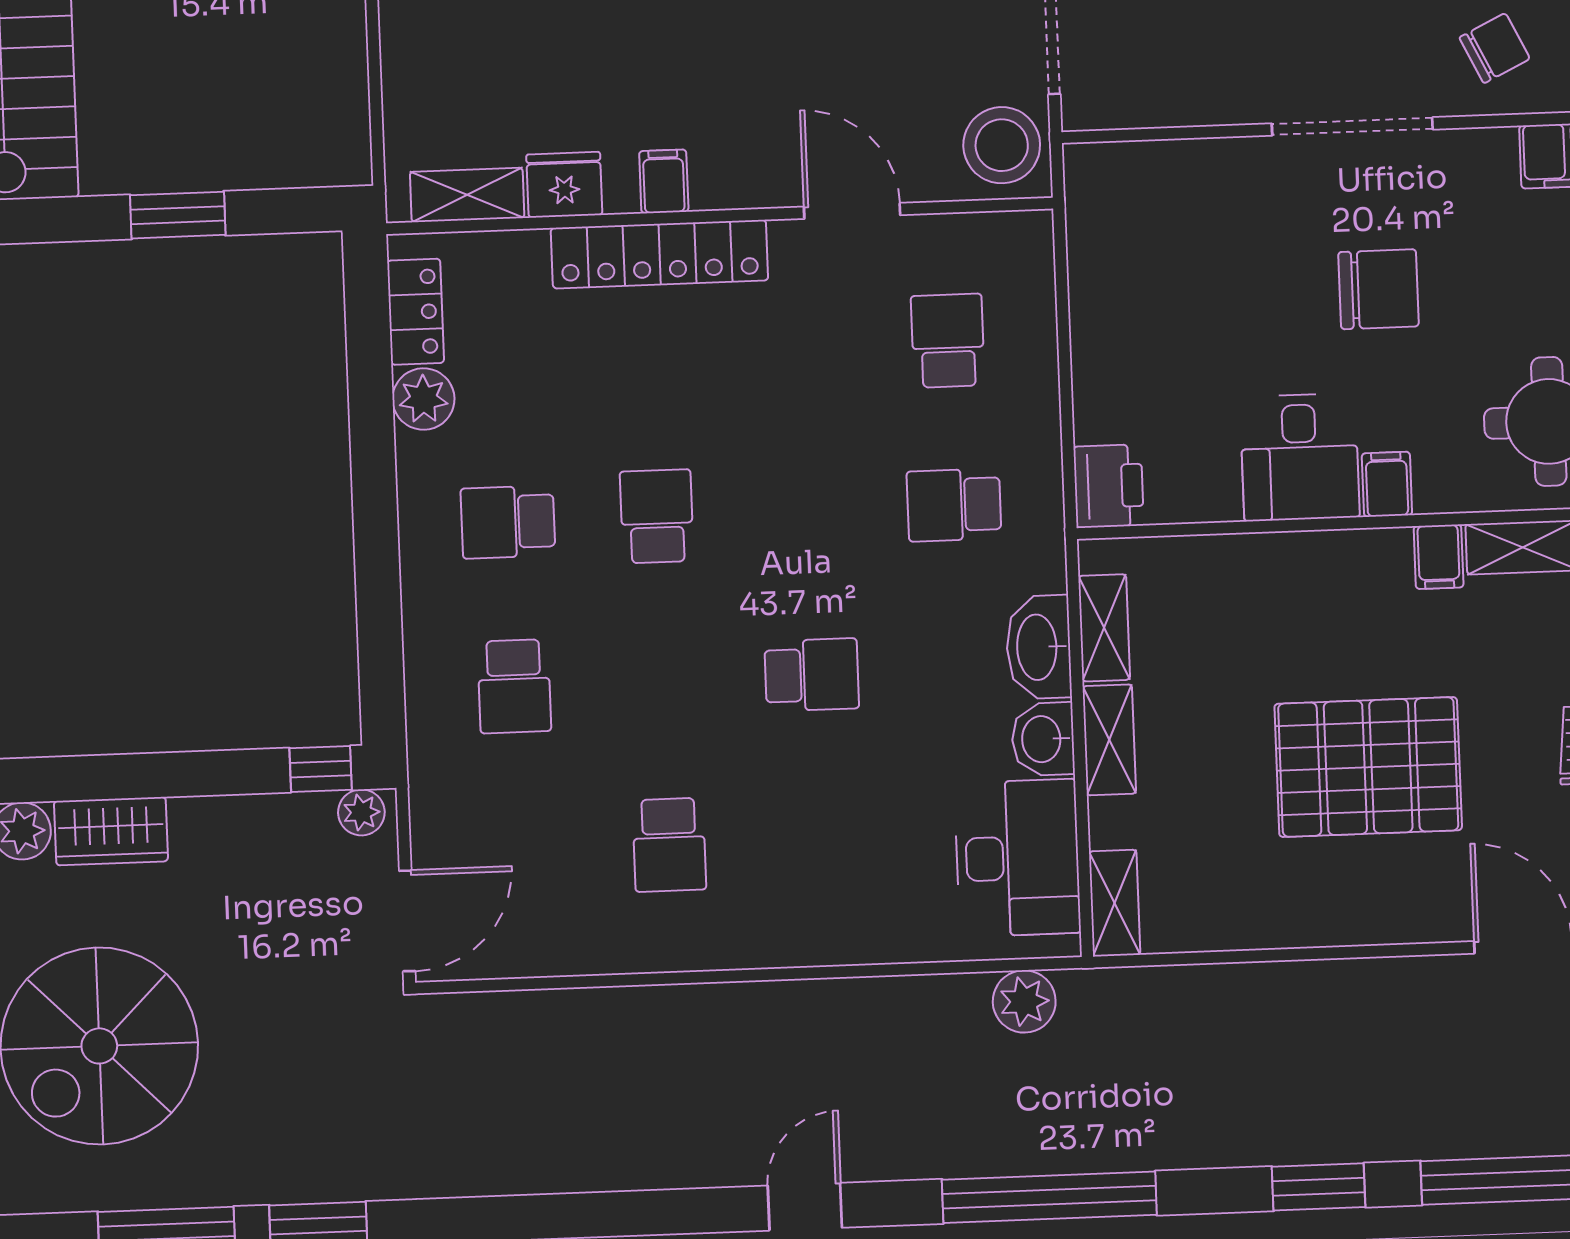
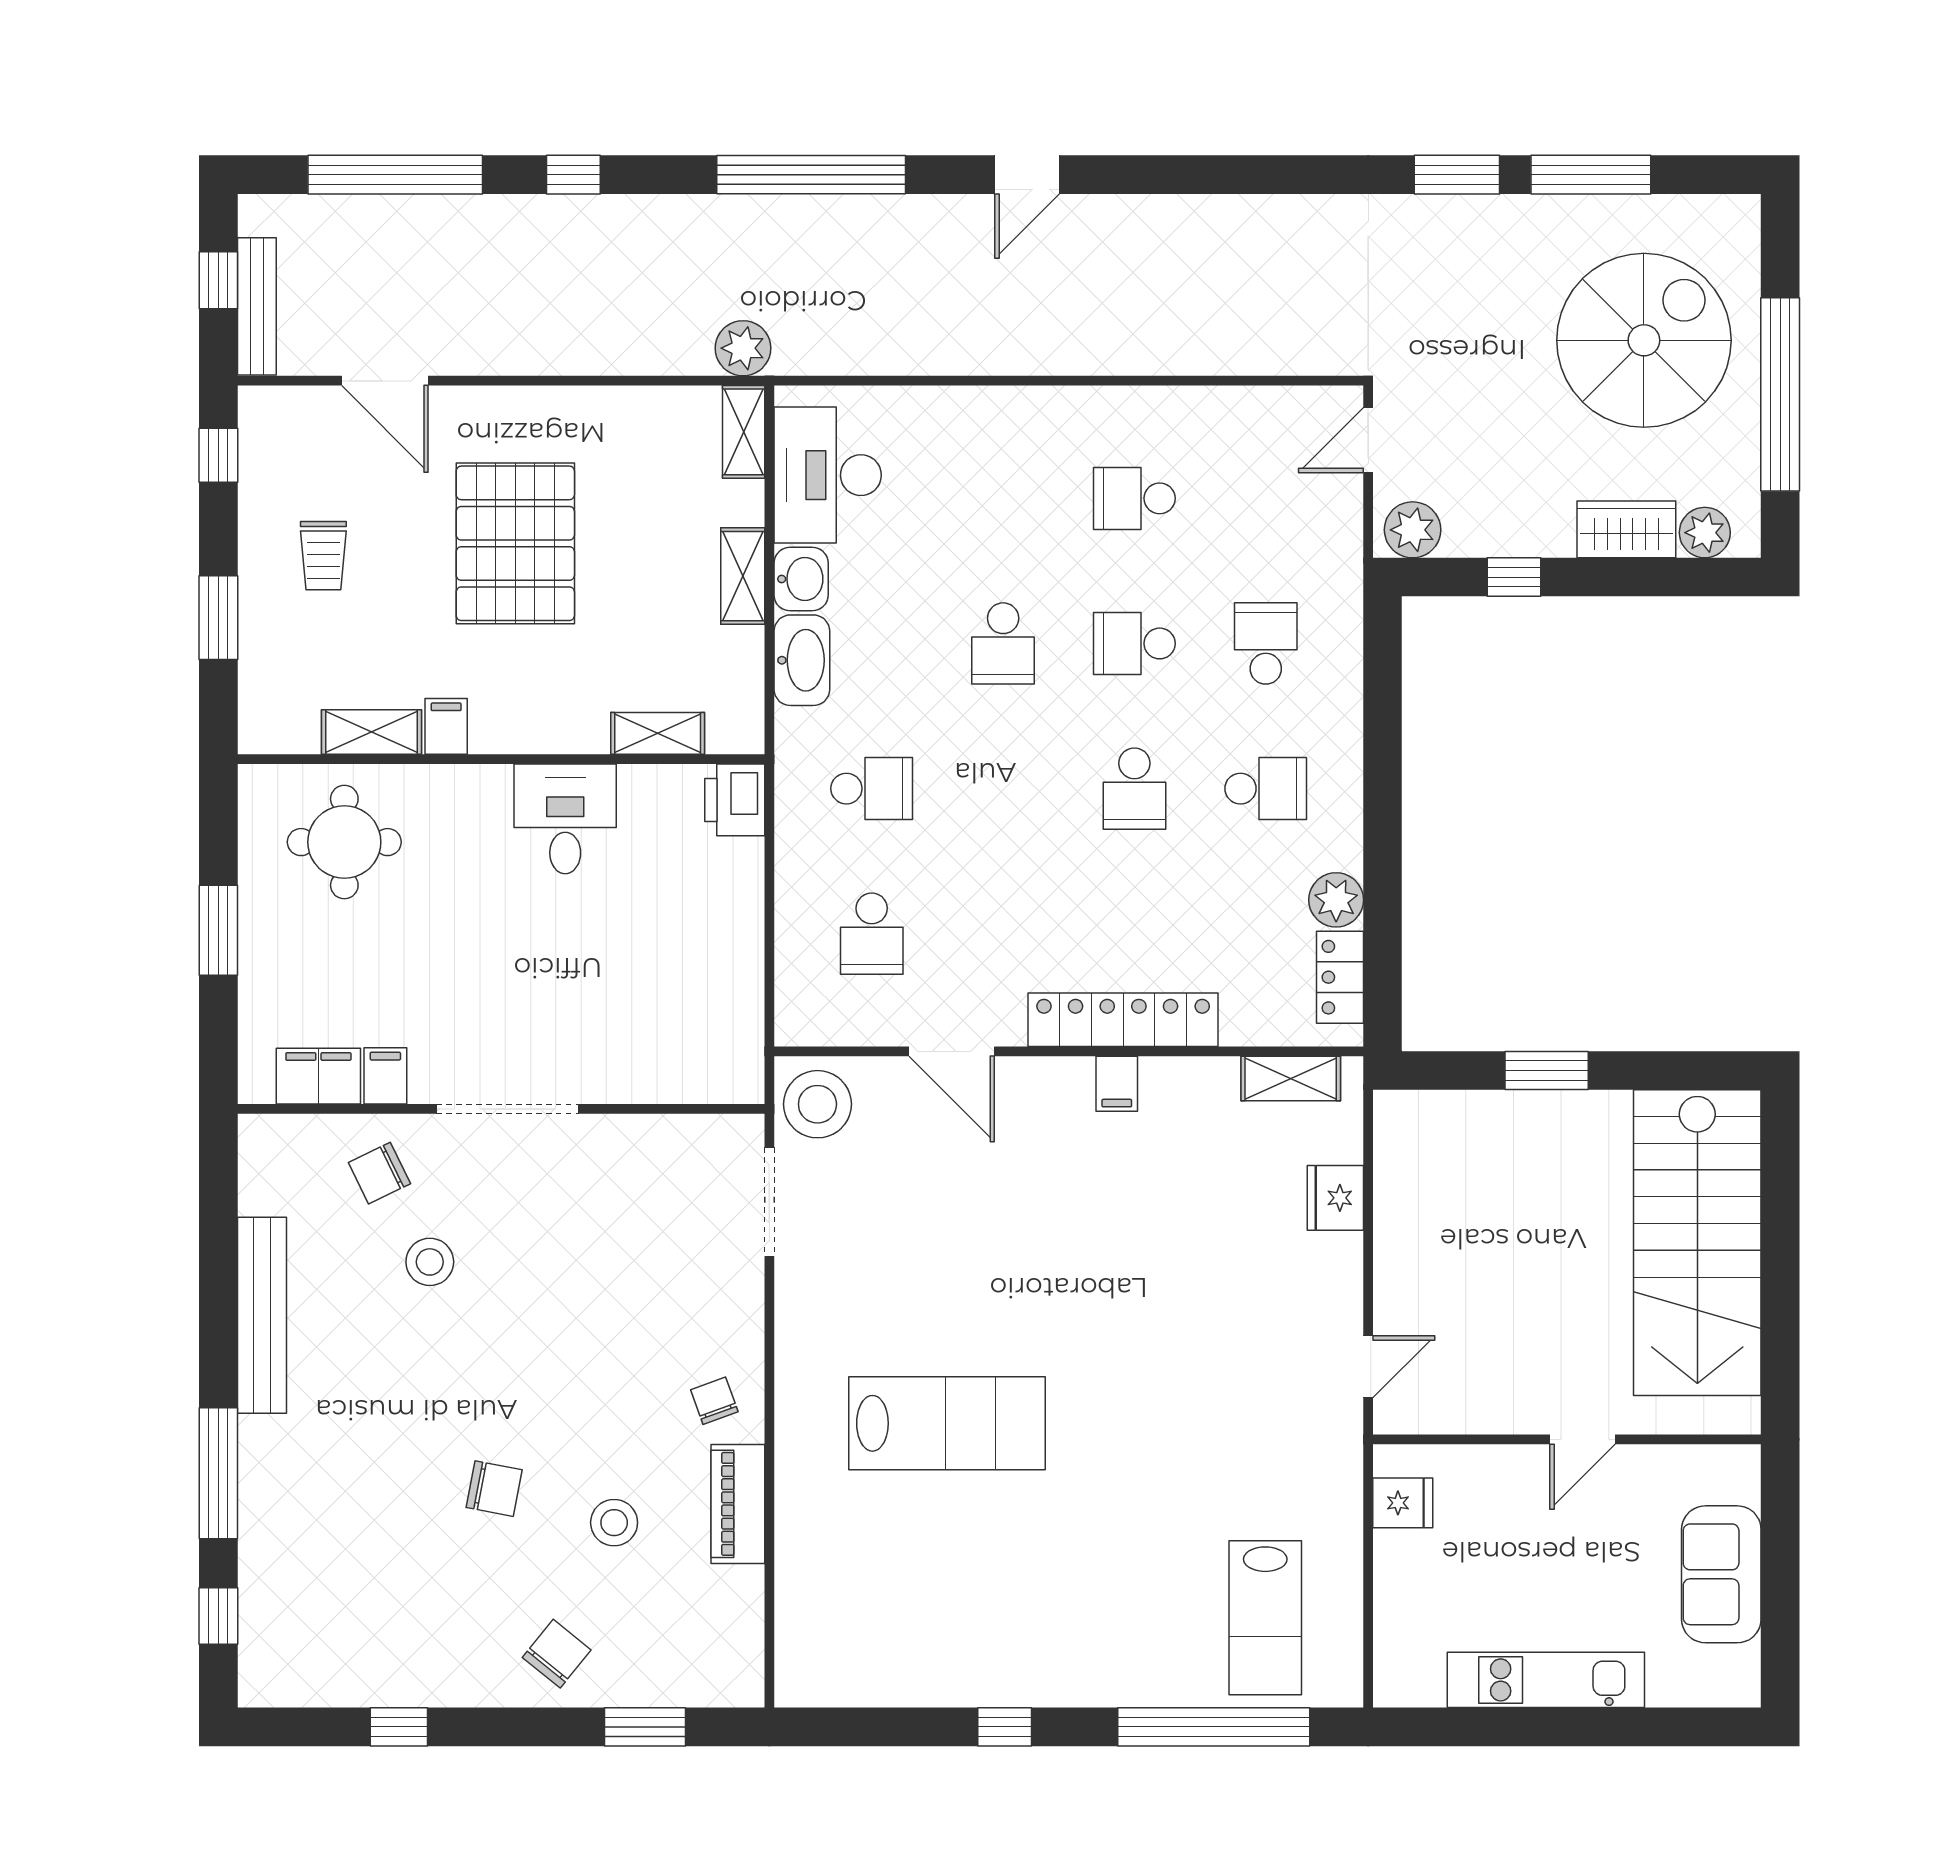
fridge: (564, 185) -> (1335, 1198), moved, turned 90
chair: (1379, 289) -> (490, 964), removed
filing cabinet: (1387, 484) -> (385, 1076), moved, turned 180
shelving: (1104, 628) -> (658, 733), moved, turned 90
school desk: (812, 675) -> (1003, 643), turned -90
school desk: (663, 681) -> (1134, 643), added
pallet: (1368, 767) -> (515, 543), turned 90
window: (321, 769) -> (1514, 577), moved
plant: (361, 812) -> (1413, 530), width x1.38, depth x1.38
school desk: (669, 845) -> (1134, 498), turned -90
door: (407, 921) -> (1368, 440), width x0.73
plant: (1024, 1001) -> (743, 348), moved
window: (1319, 1187) -> (573, 175), width x0.67

